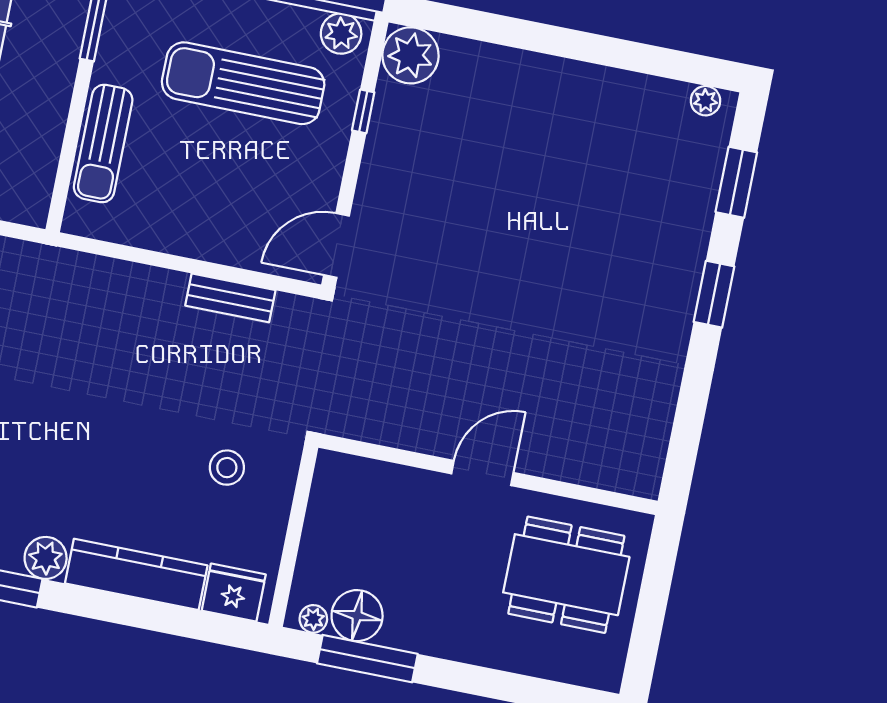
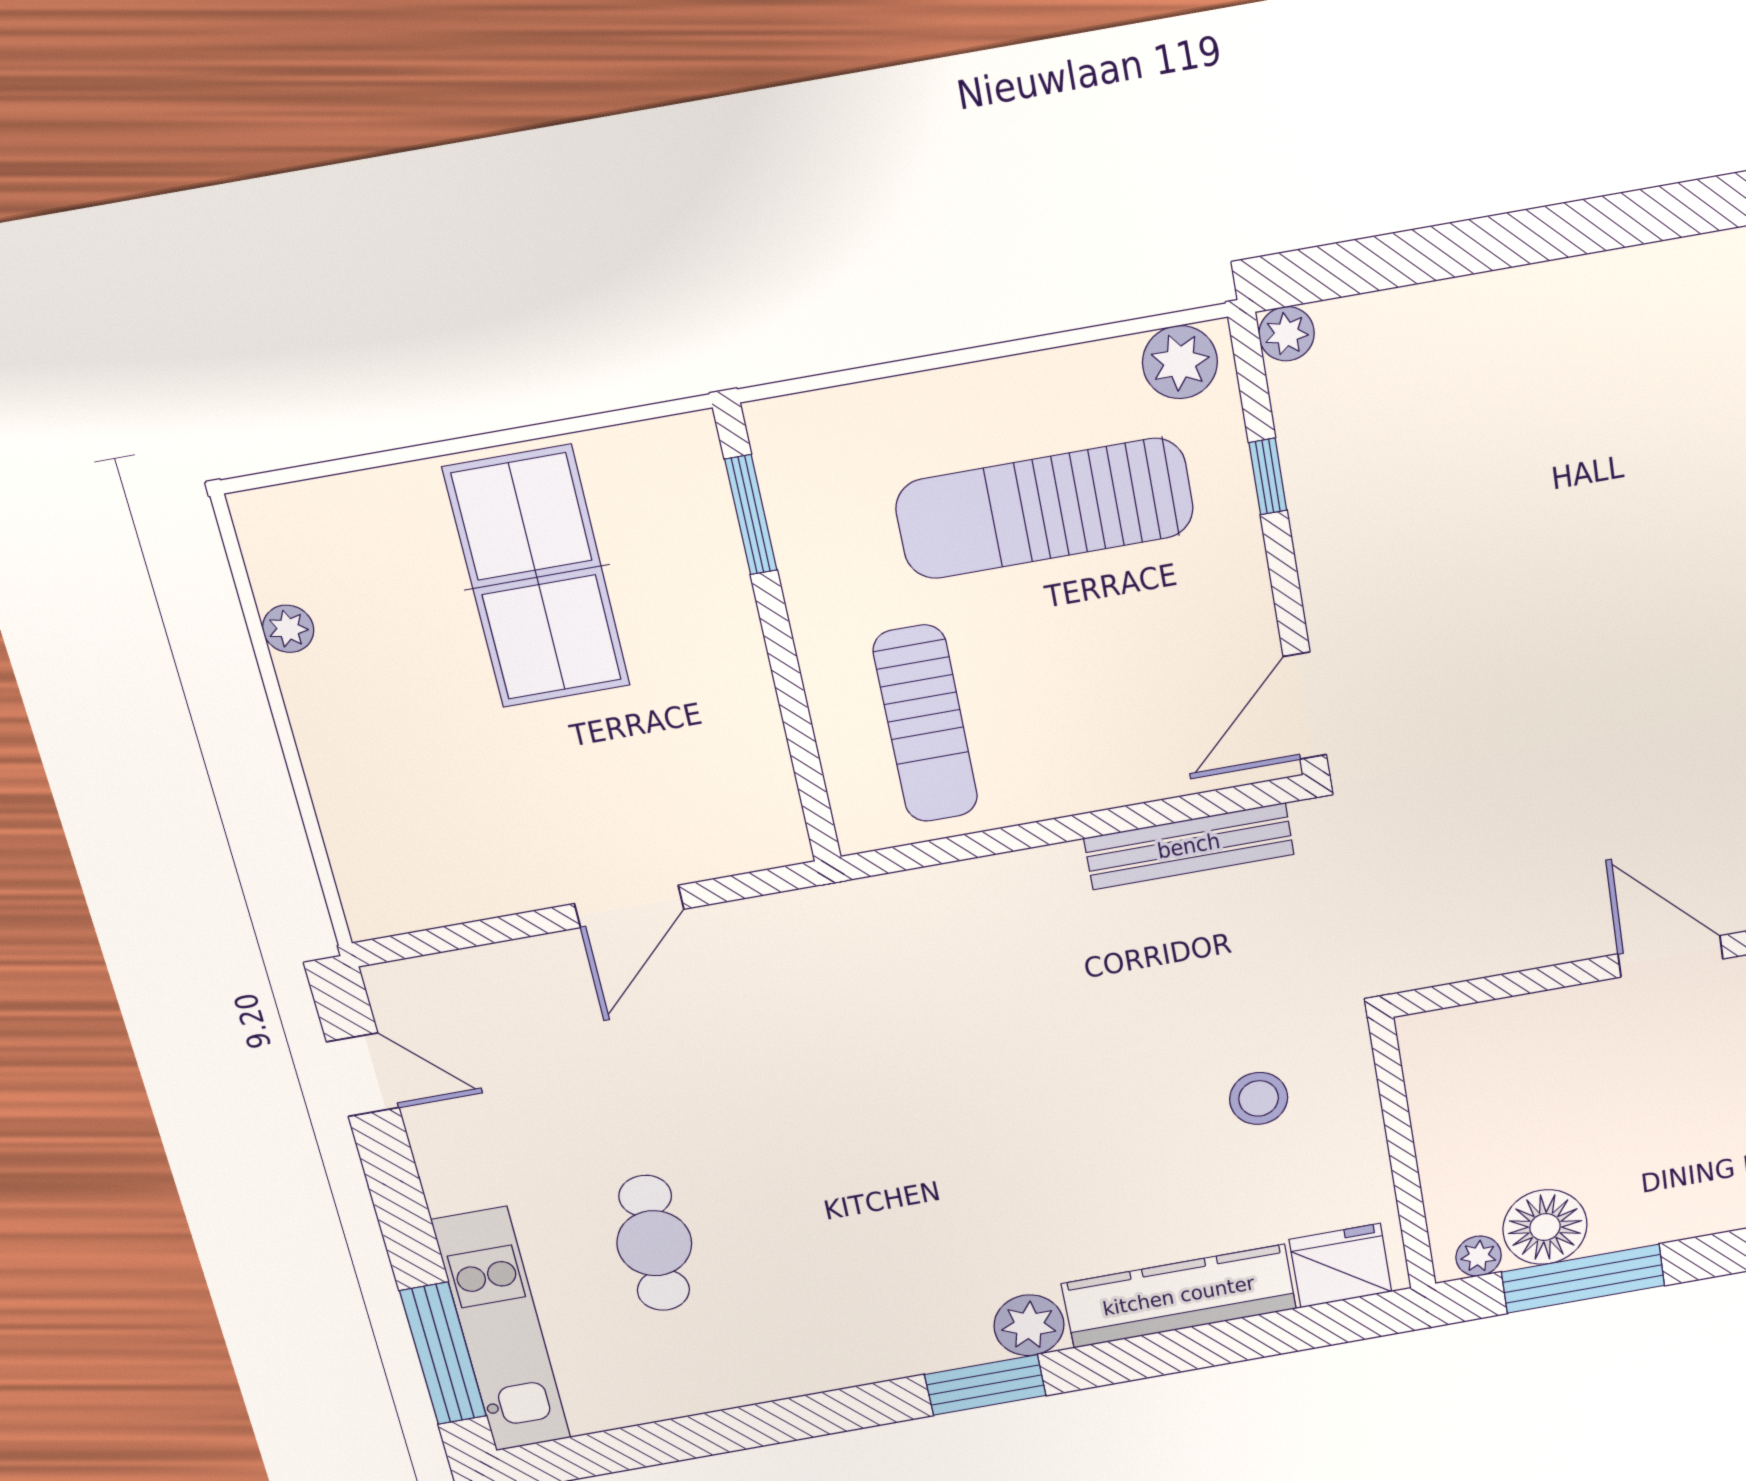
plant: (411, 55) -> (1287, 334), width x0.53, depth x0.53
sun lounger: (103, 144) -> (926, 724), moved
bench: (230, 298) -> (1189, 846), width x1.36
door: (482, 473) -> (1670, 956), hinge flipped

